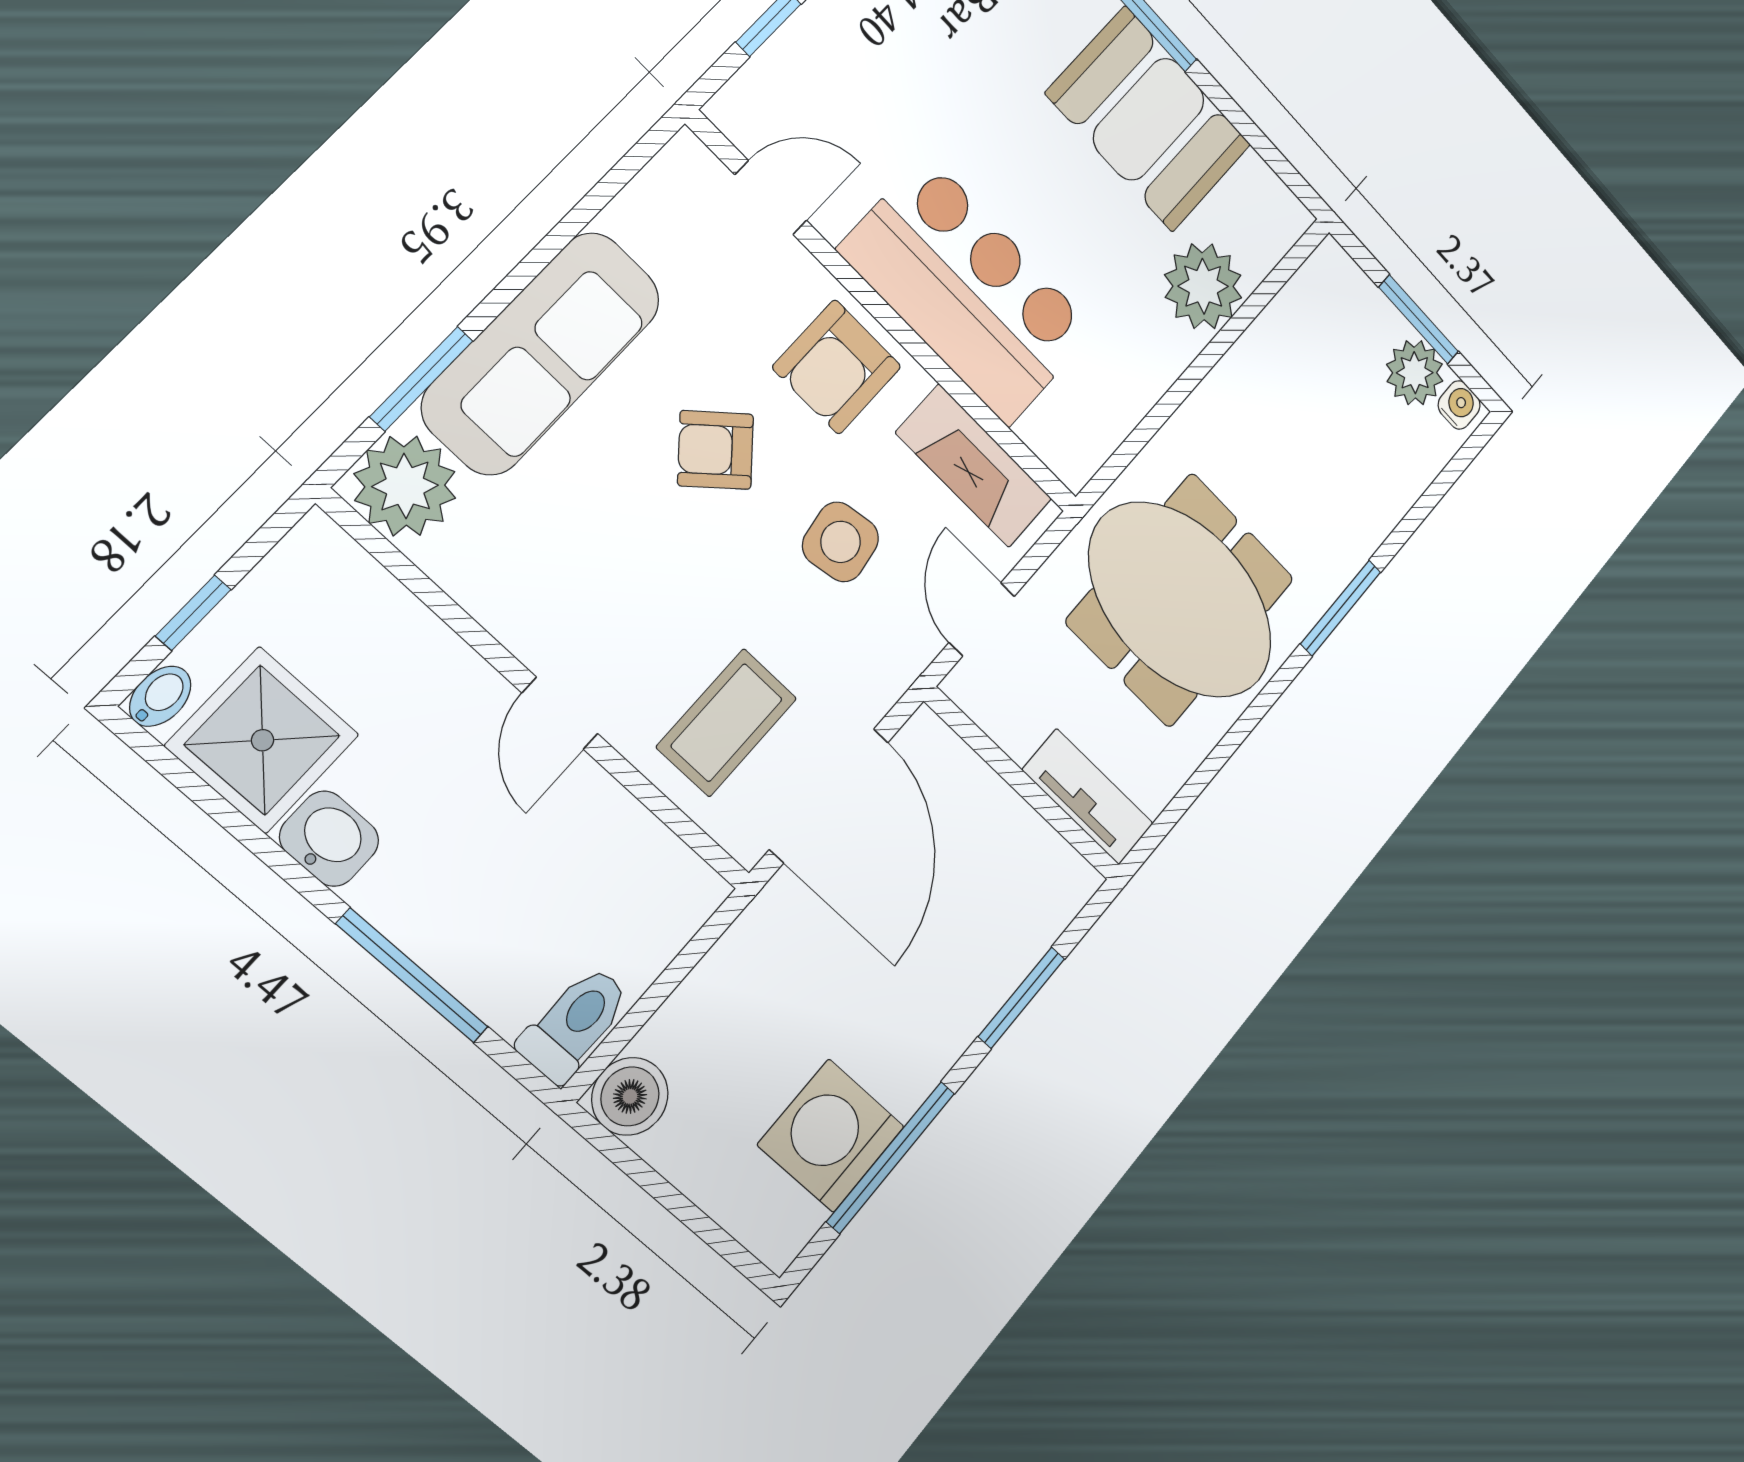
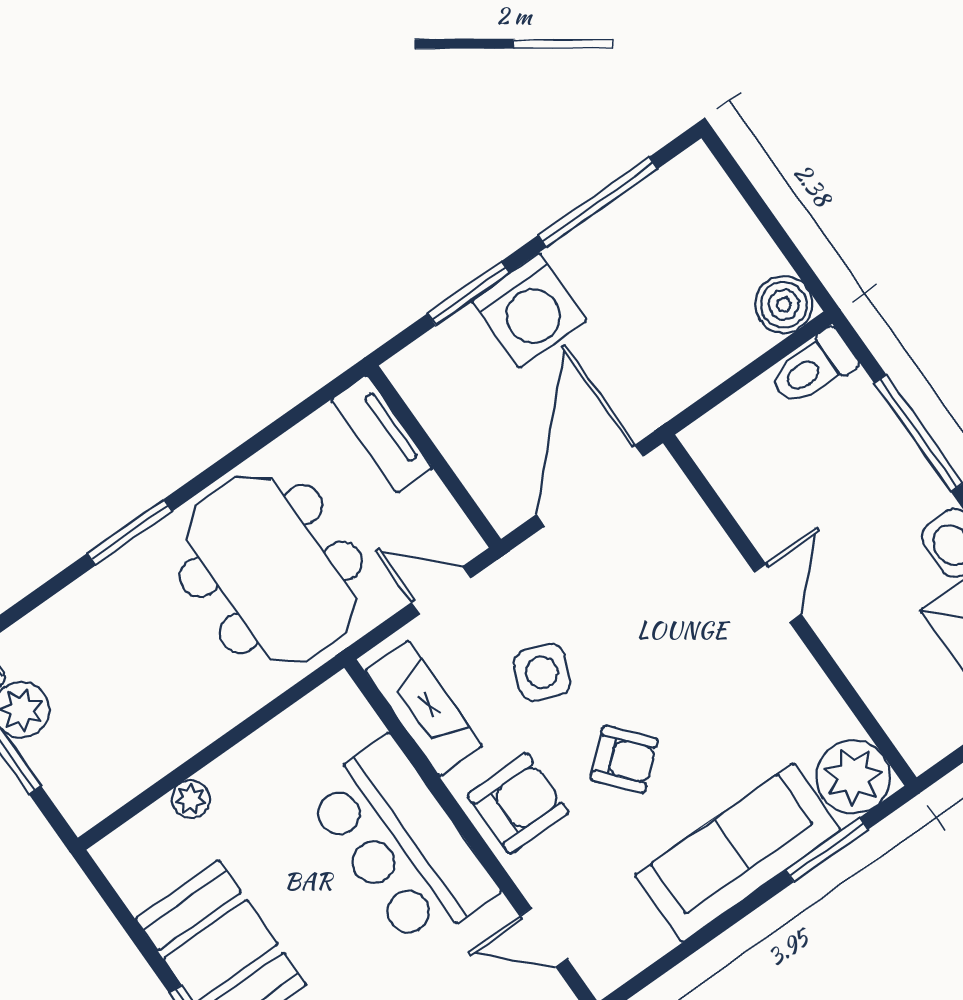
plant: (1203, 286) -> (191, 799), width x0.53, depth x0.53
side table: (841, 542) -> (542, 672), turned 31
door: (982, 619) -> (441, 590), swing flipped
coffee table: (727, 723) -> (657, 558), removed
washing machine: (831, 1136) -> (529, 311), moved

